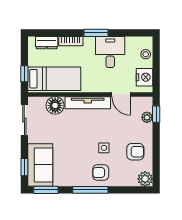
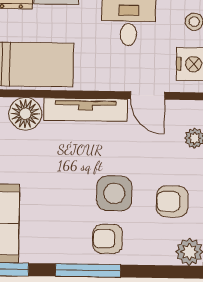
side table: (104, 148) -> (114, 193), width x1.87, depth x1.87
armchair: (135, 152) -> (172, 201), turned 180

